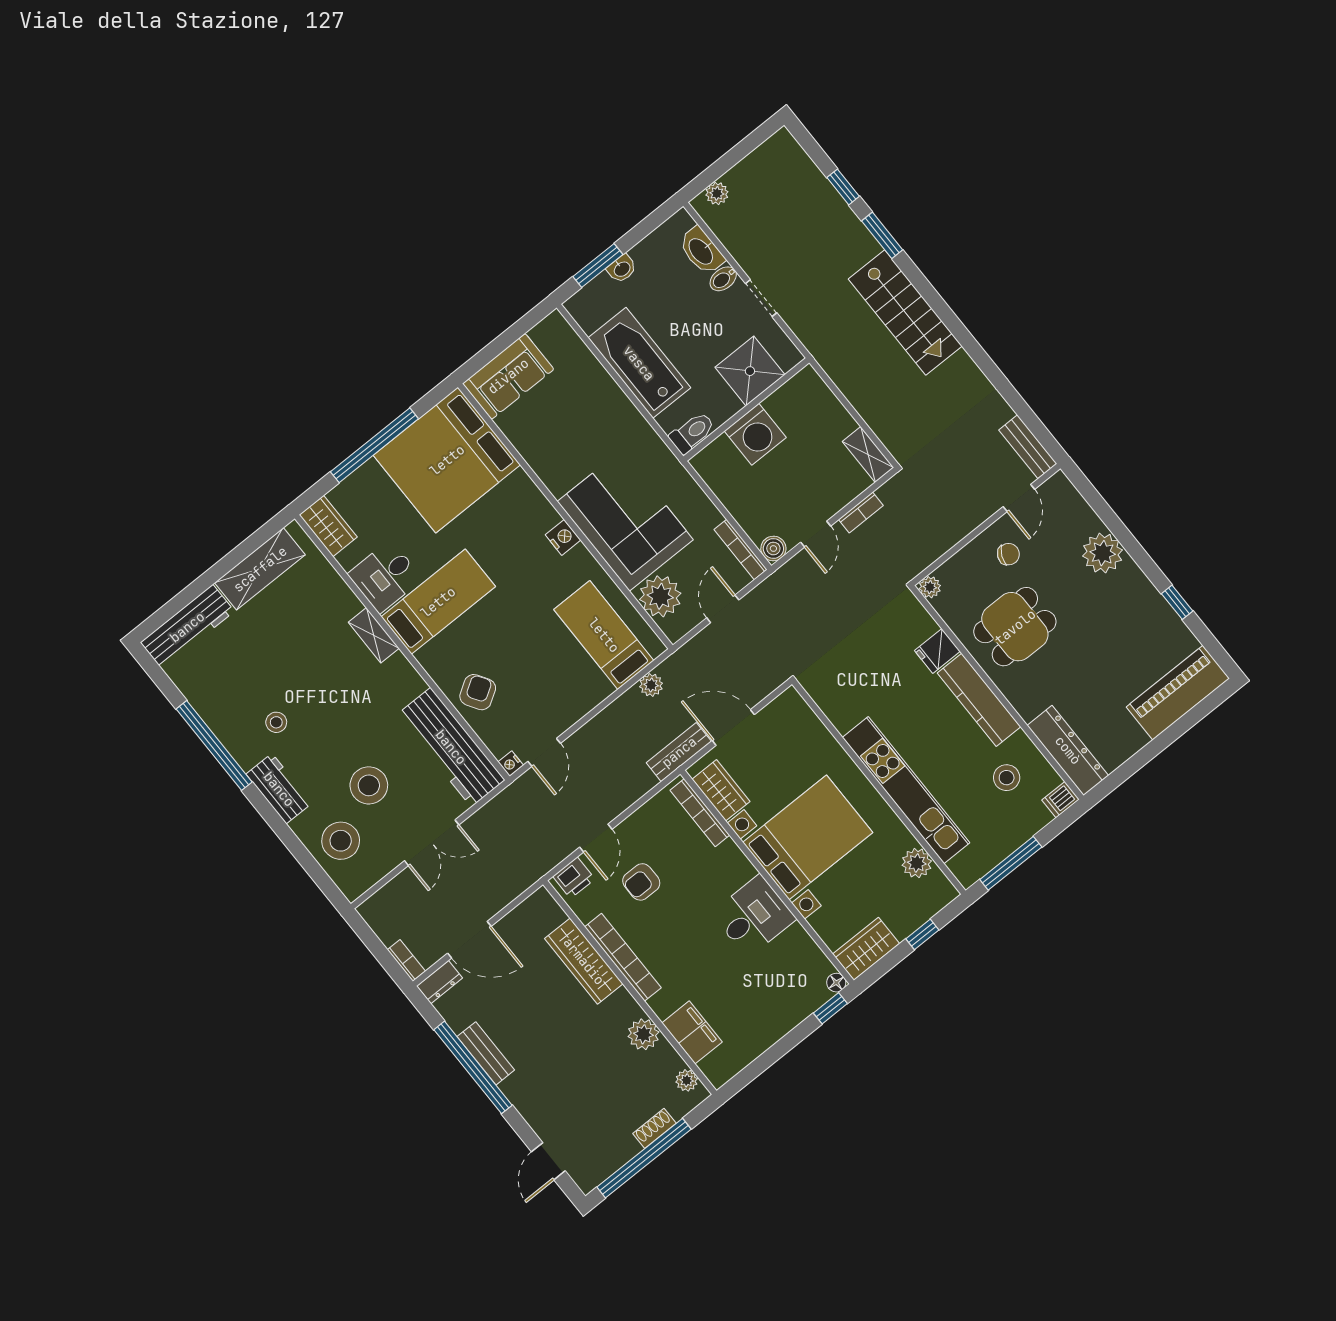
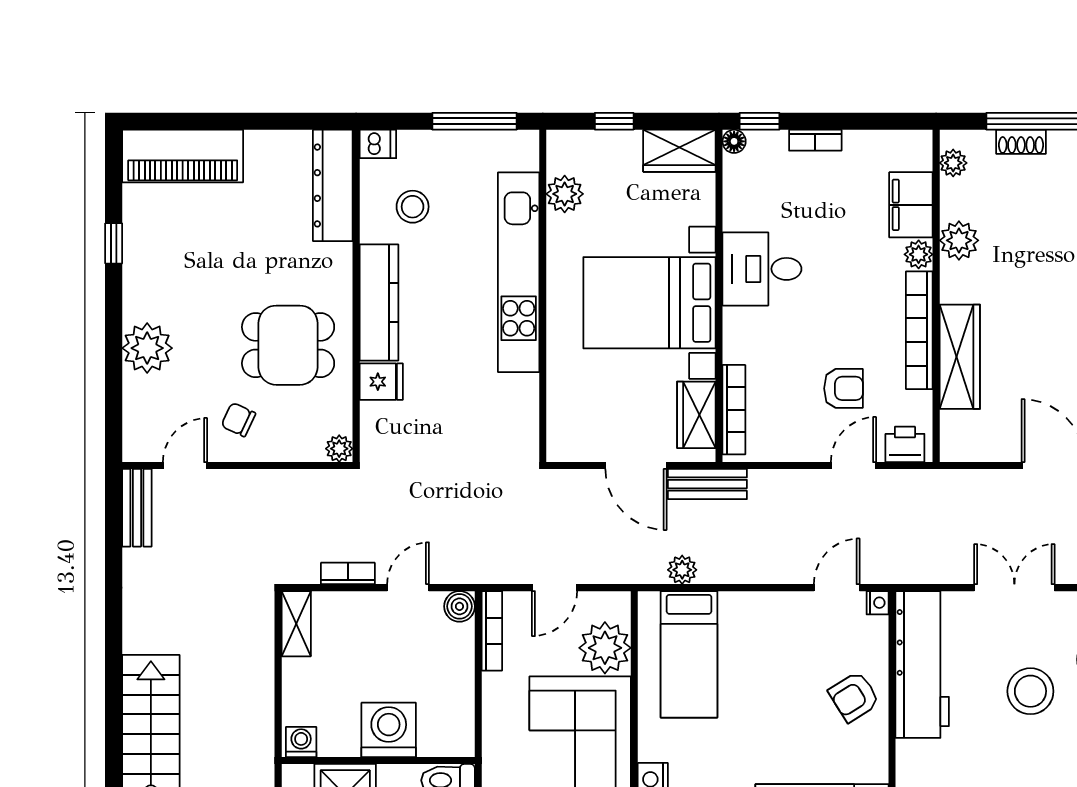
washing machine: (805, 382) -> (301, 742), added
plant: (662, 1005) -> (919, 254), added
bookcase: (785, 1025) -> (815, 140), added

